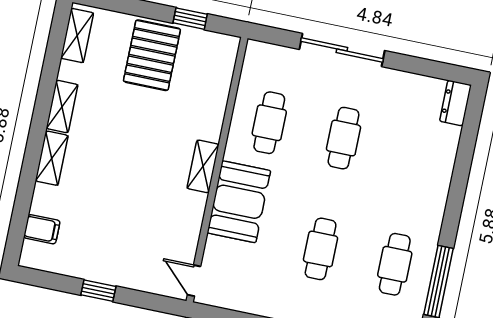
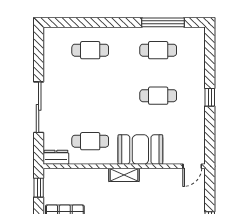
window: (190, 19) -> (39, 188), moved
dresser: (455, 103) -> (56, 157), moved, turned 180
cafe table: (344, 138) -> (90, 50), moved

